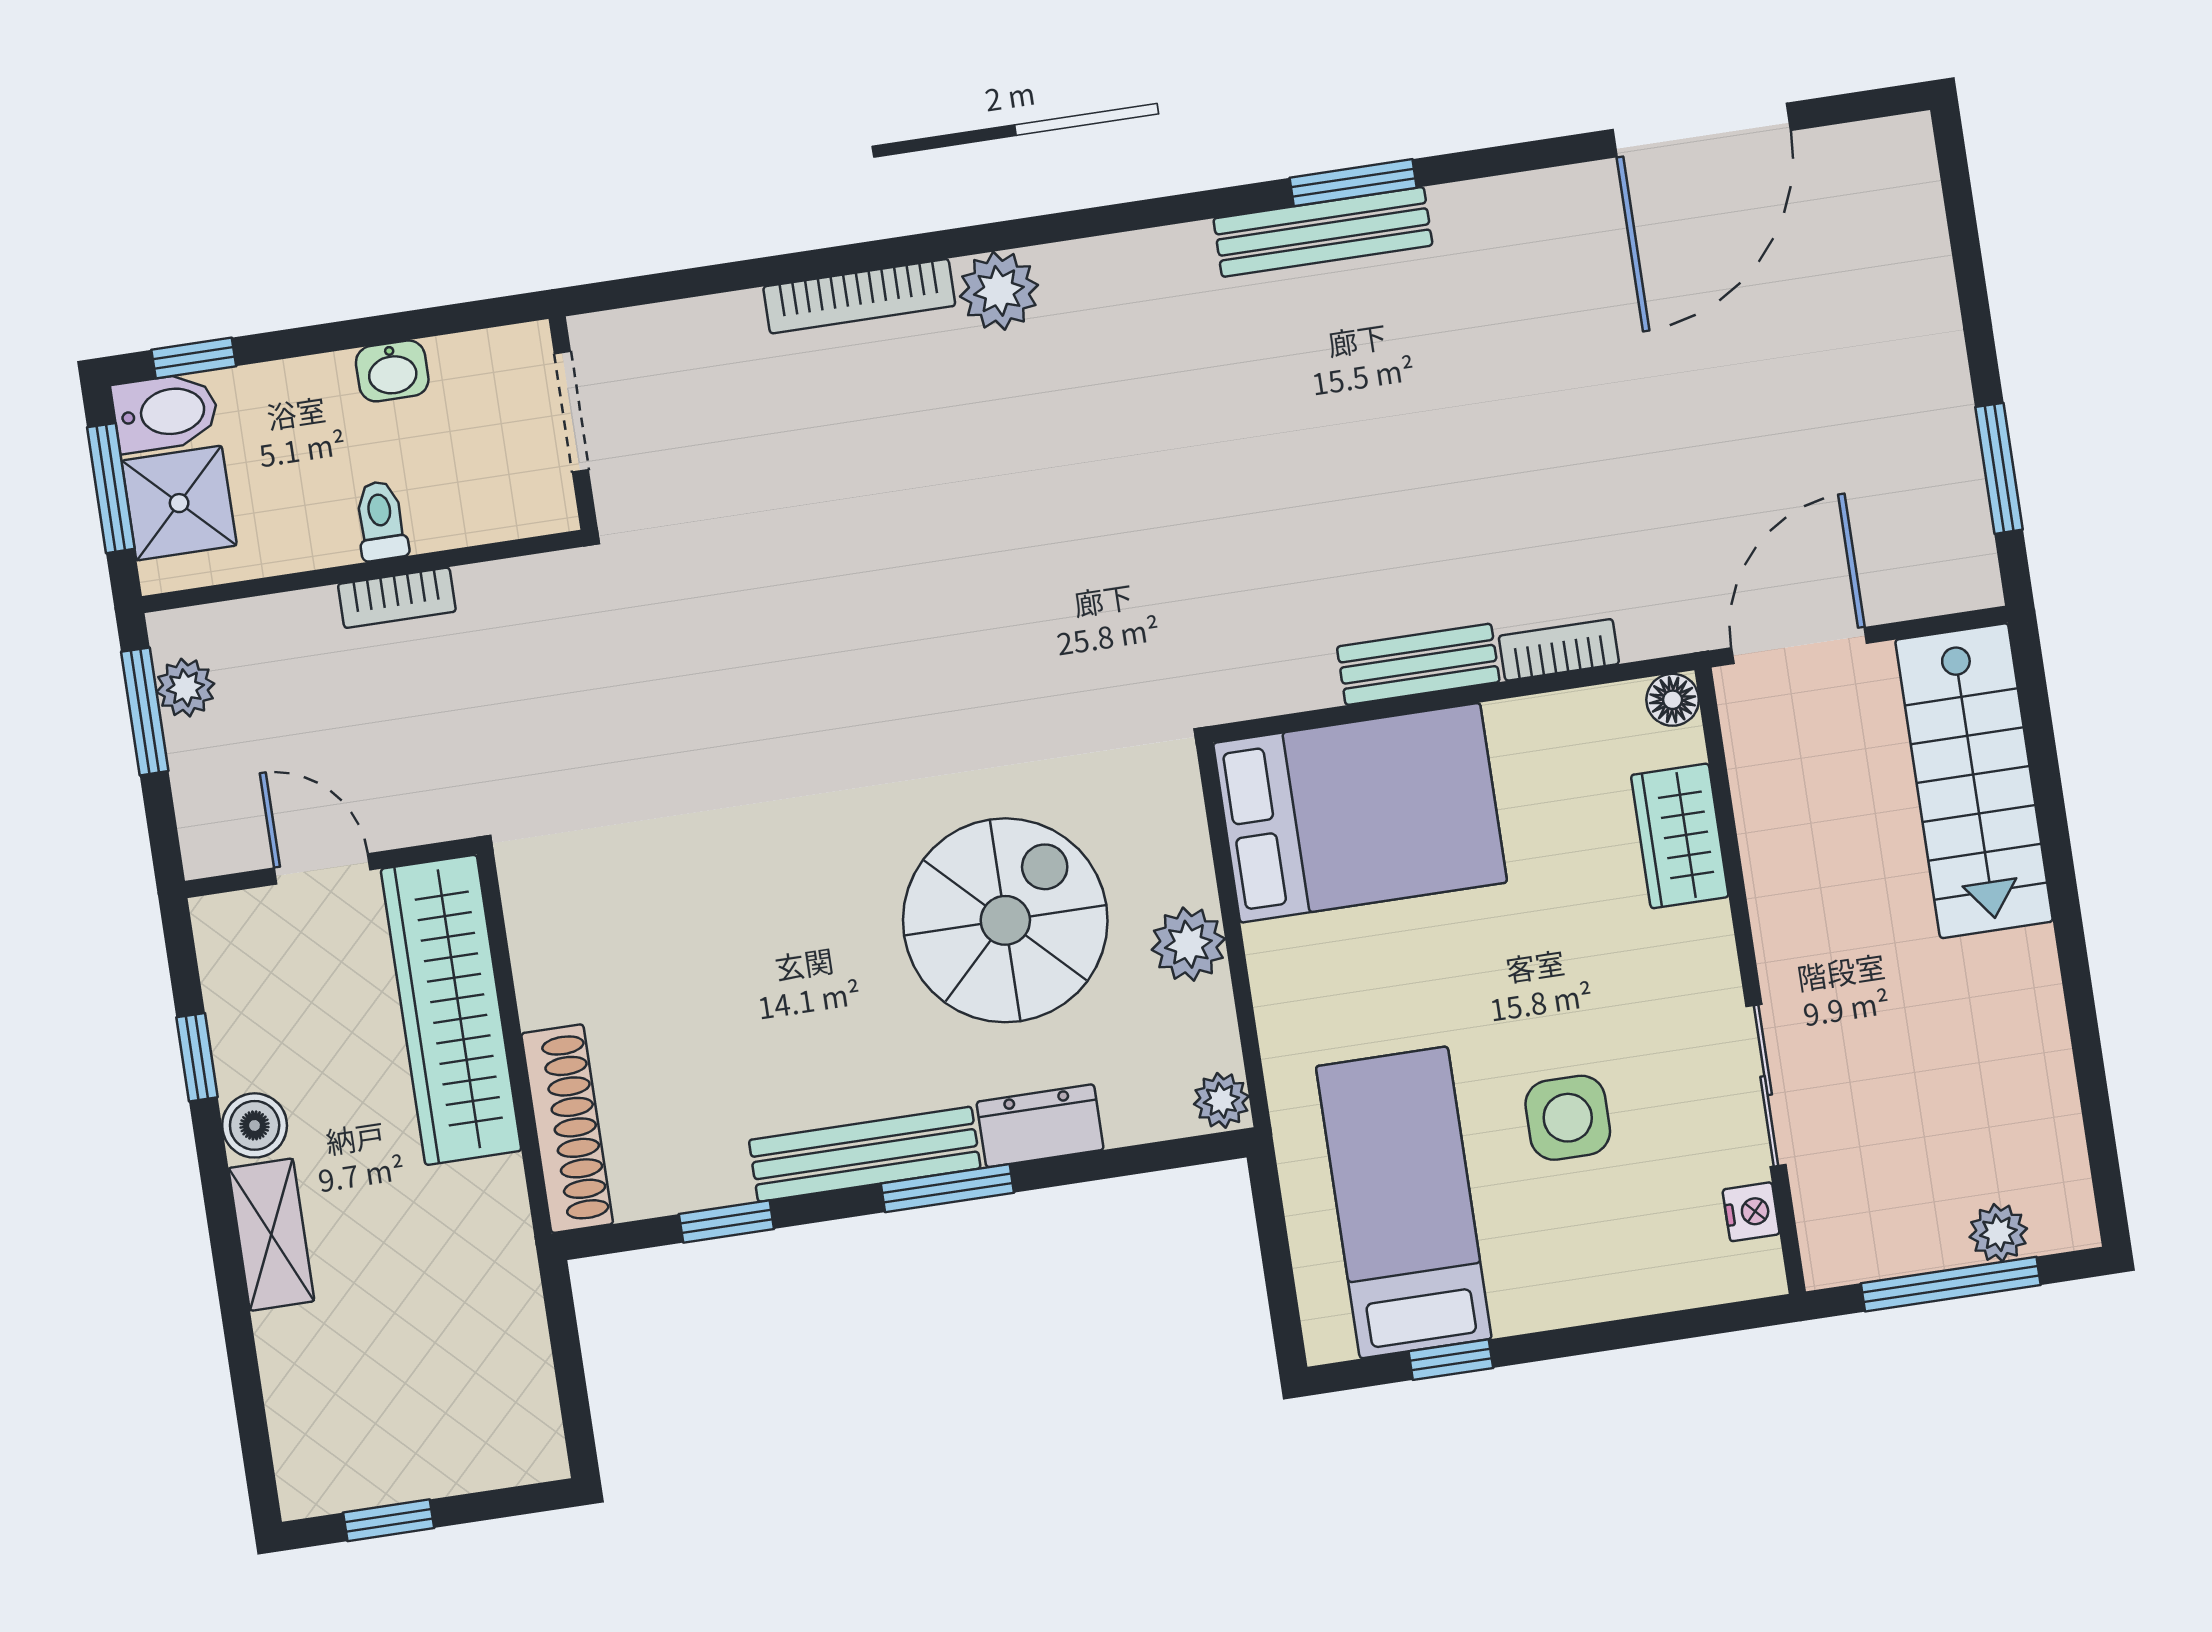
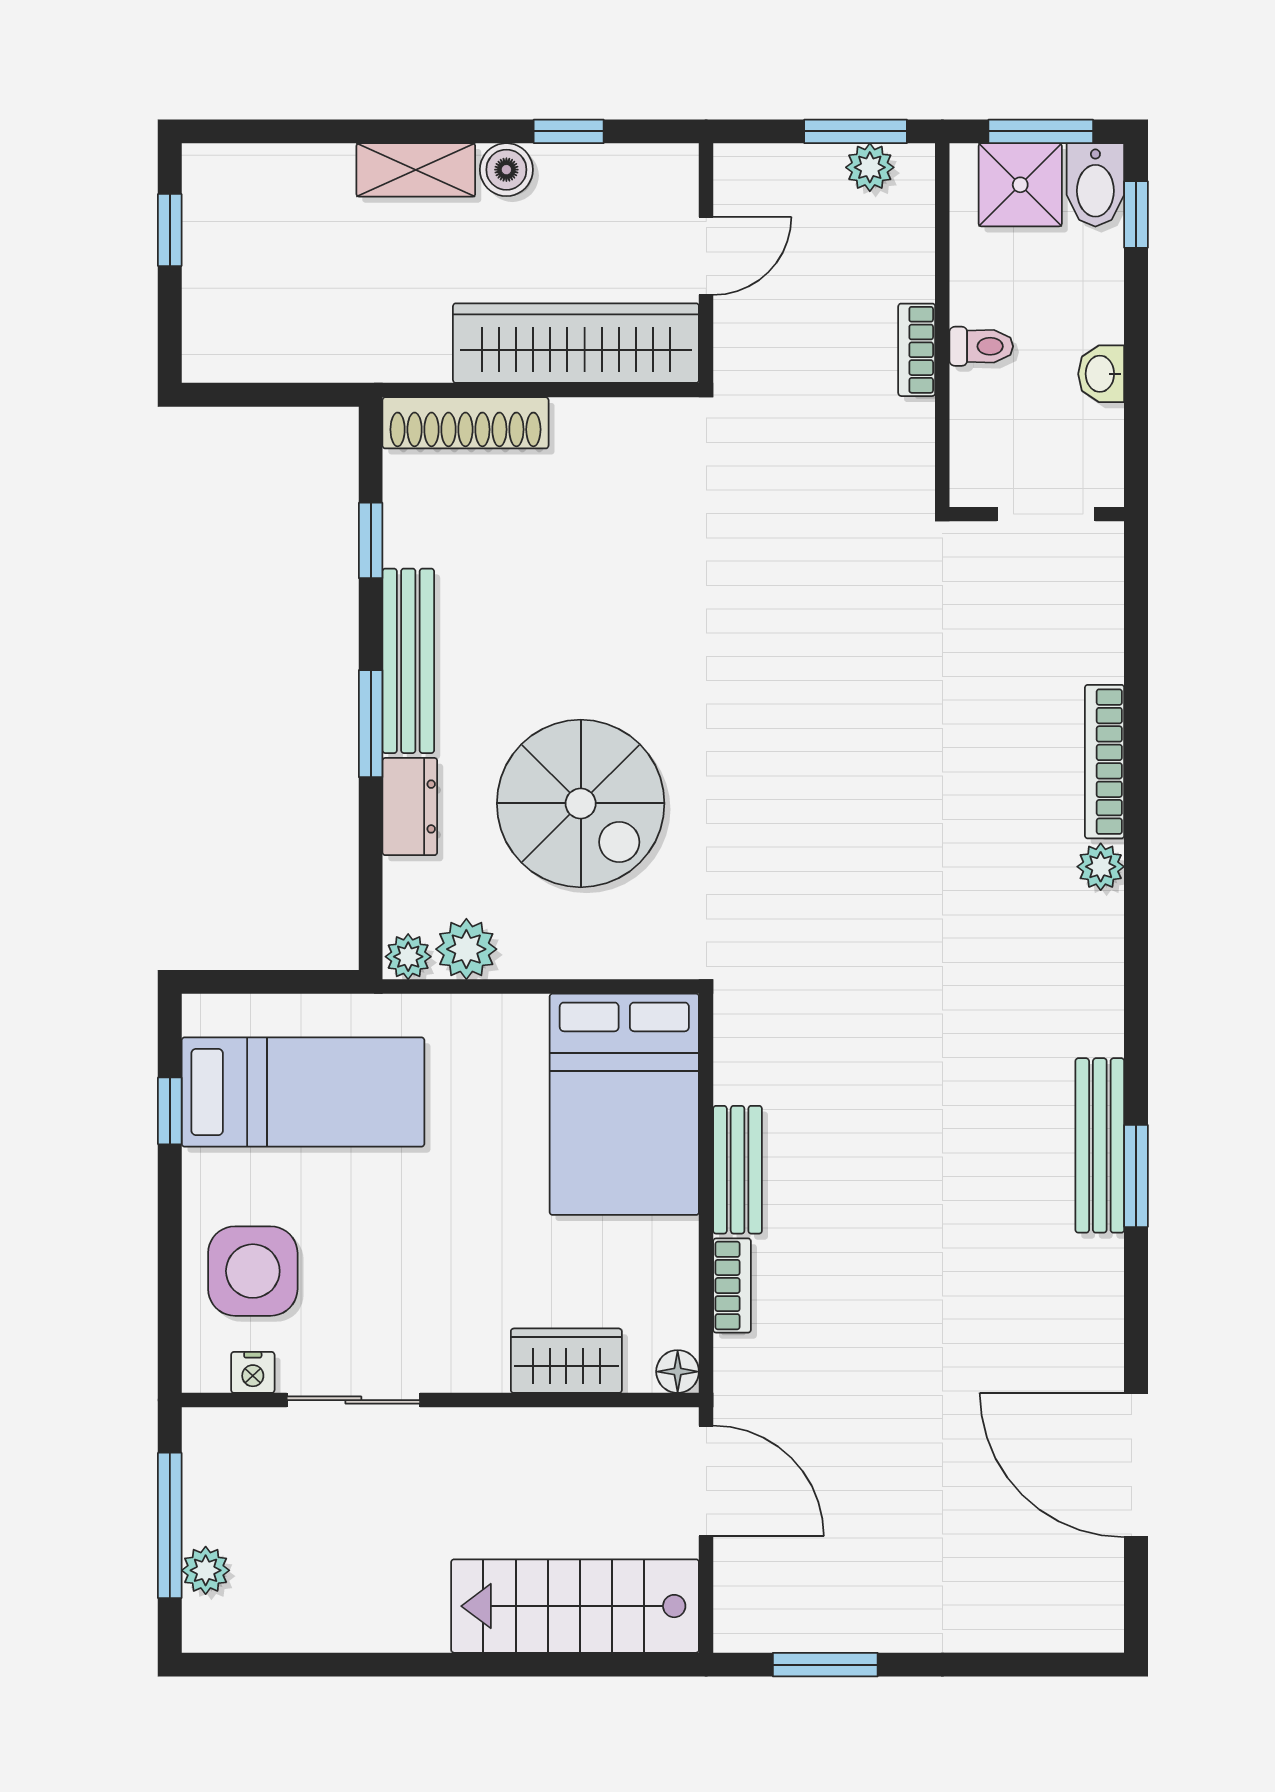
plant: (999, 291) -> (1101, 867), width x0.73, depth x0.73
plant: (1188, 944) -> (466, 949), moved
side table: (1568, 1118) -> (253, 1271), moved, width x1.37, depth x1.37

